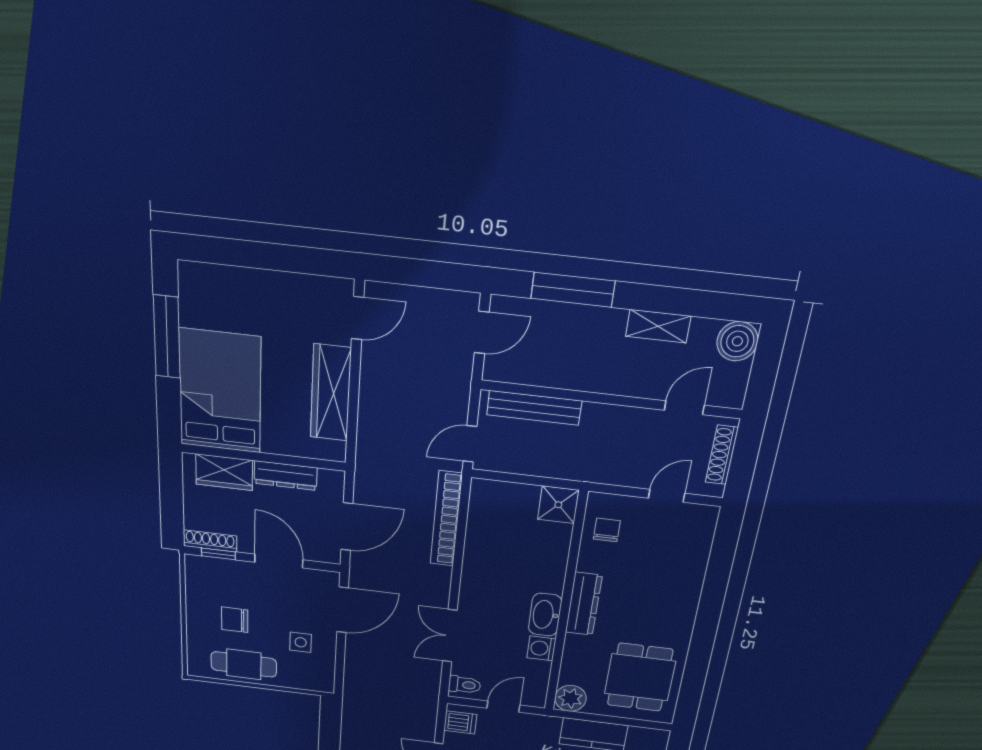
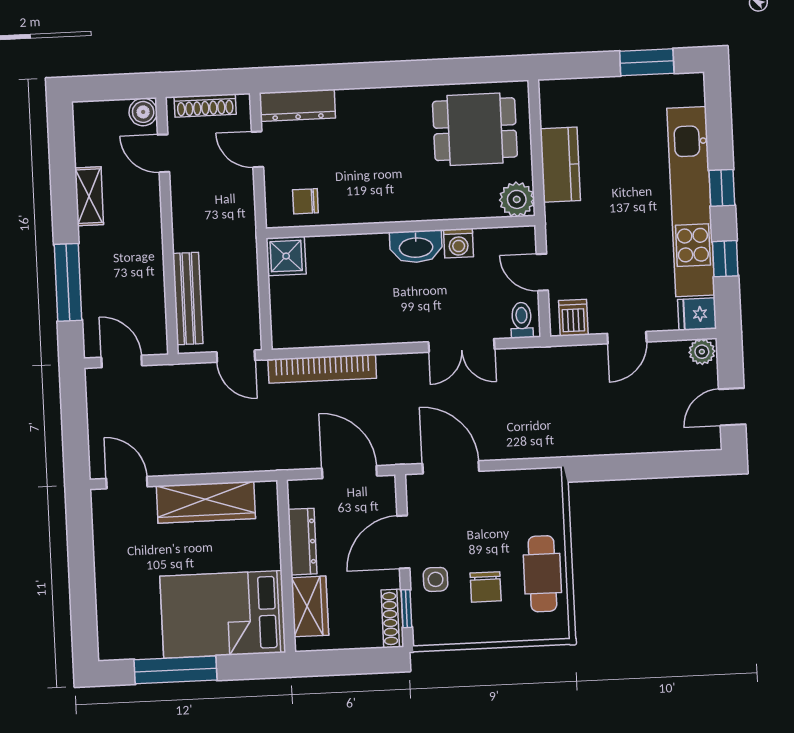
boiler: (737, 341) -> (143, 112), moved, width x0.73, depth x0.73
dresser: (584, 604) -> (298, 105), moved, turned 180
side table: (301, 642) -> (436, 579), moved

